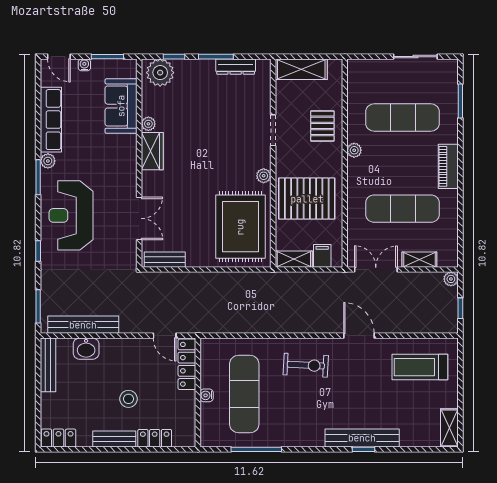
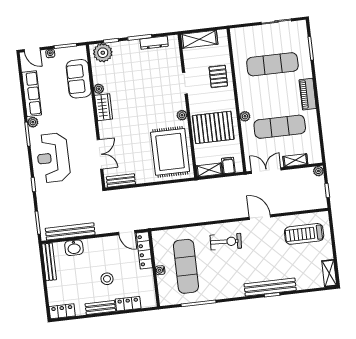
plant: (354, 150) -> (245, 116), moved

